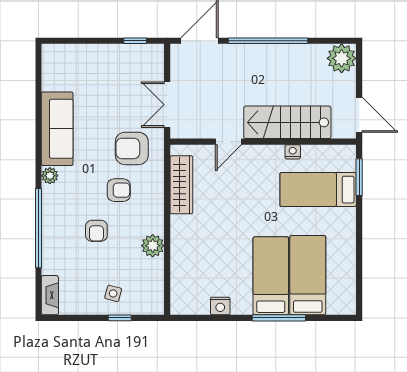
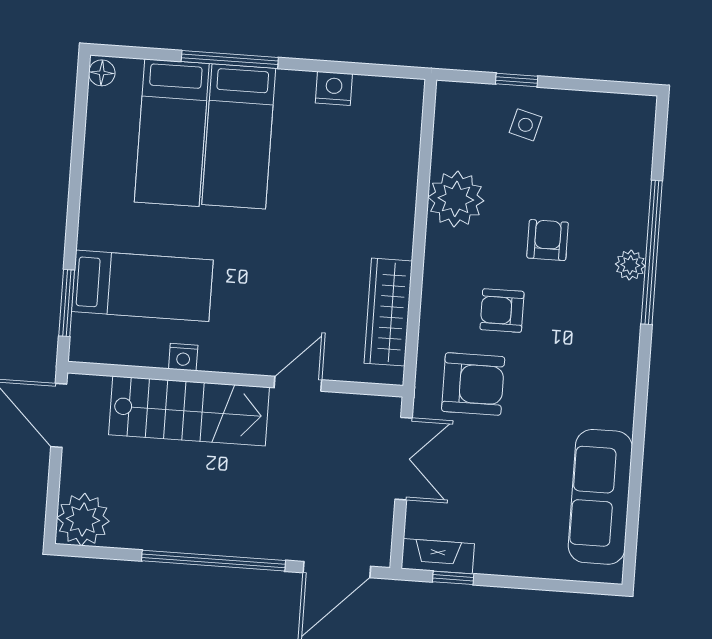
sofa: (57, 129) -> (600, 497), moved
plant: (50, 176) -> (630, 265), moved
plant: (153, 246) -> (456, 199), width x1.36, depth x1.36
fireplace: (50, 295) -> (438, 556), moved, turned 90
floor lamp: (349, 305) -> (102, 73), added

